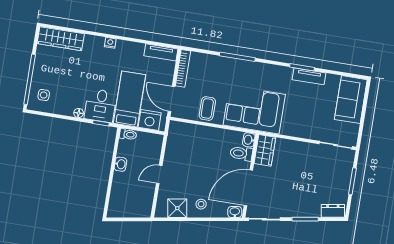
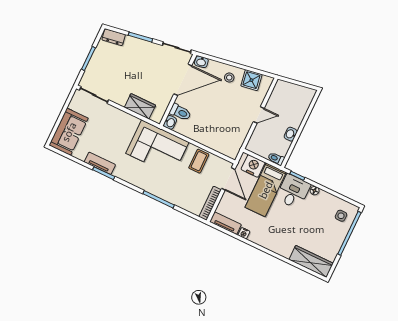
nightstand: (110, 43) -> (244, 233), moved
wardrobe: (265, 150) -> (140, 106), moved, turned 90

